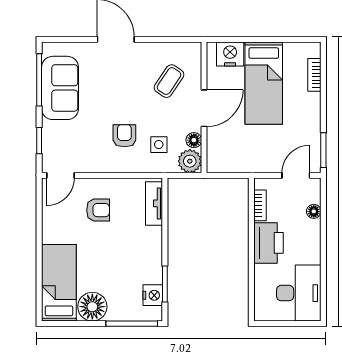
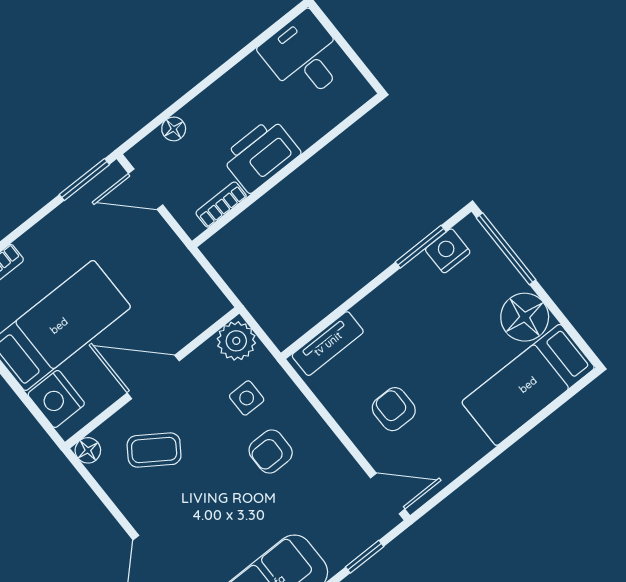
floor lamp: (194, 140) -> (88, 450), moved
desk: (299, 293) -> (304, 56), width x0.73

